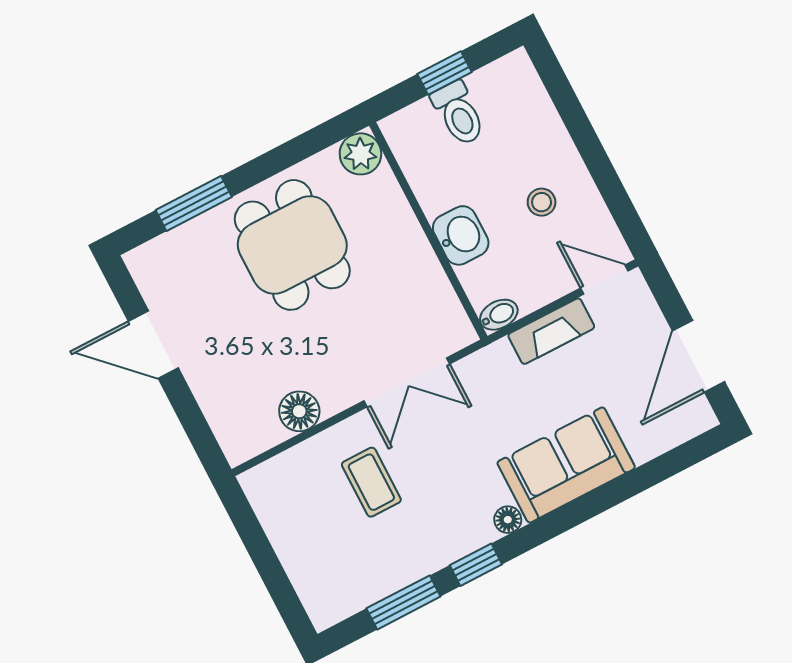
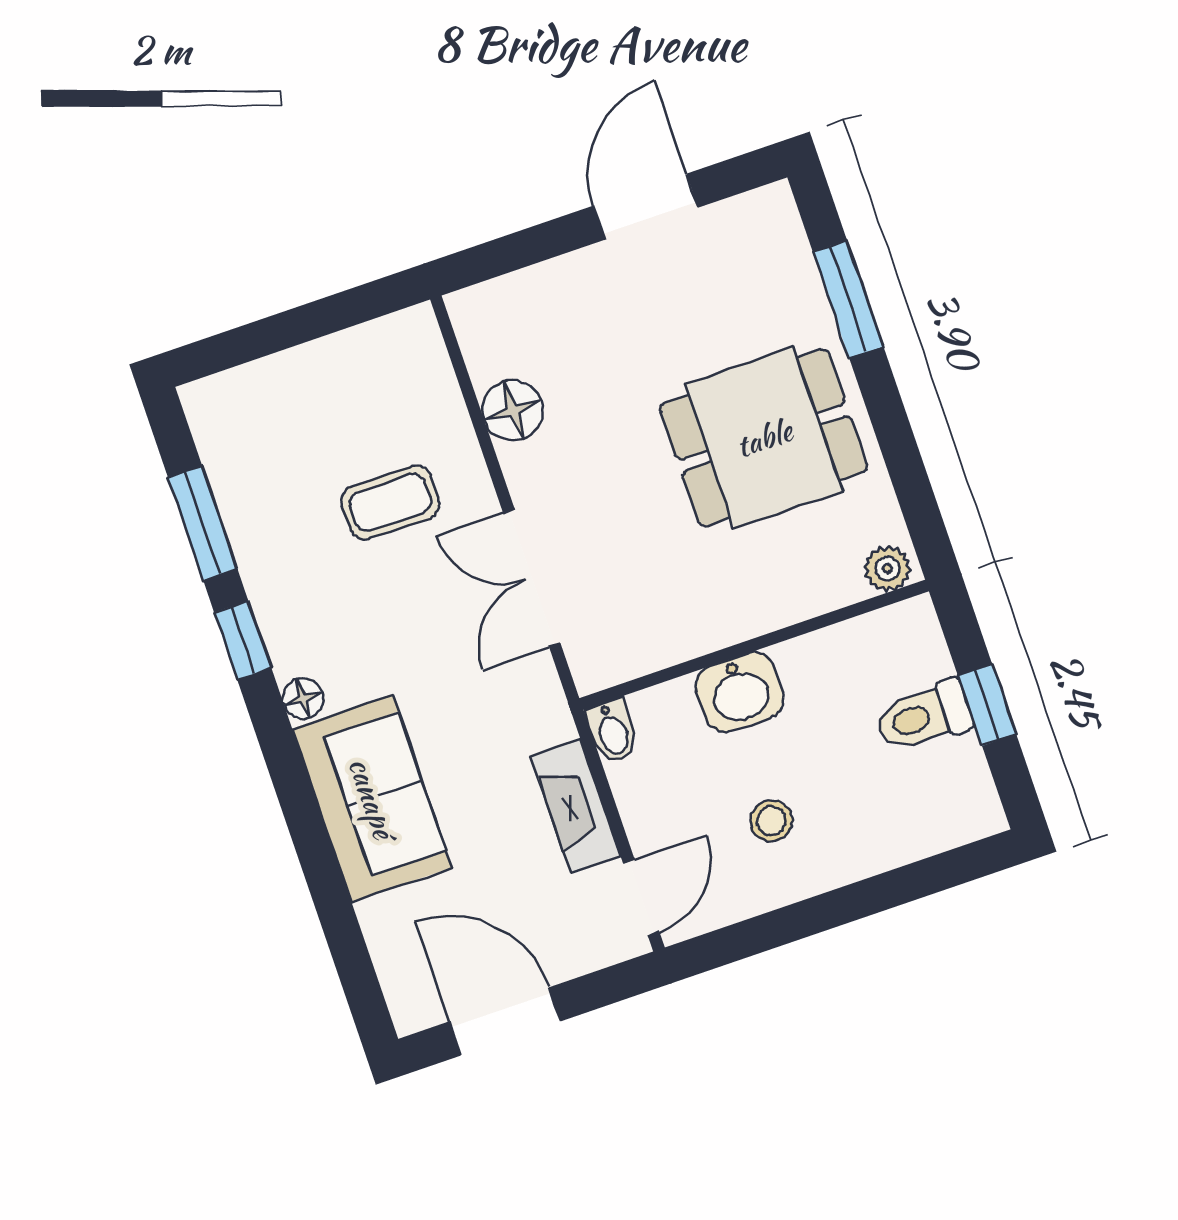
plant: (360, 154) -> (887, 569), width x0.73, depth x0.73

